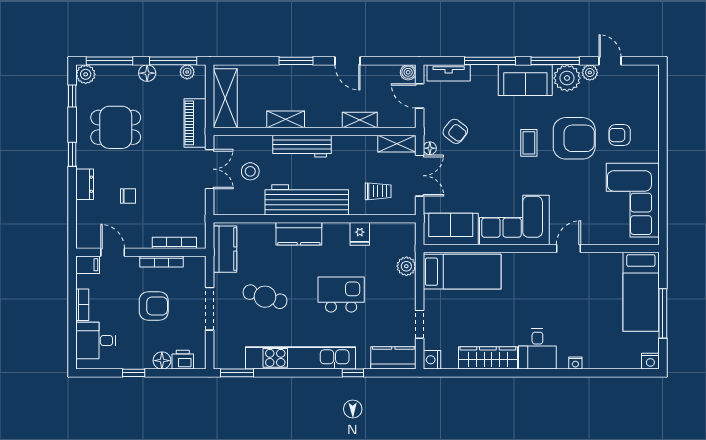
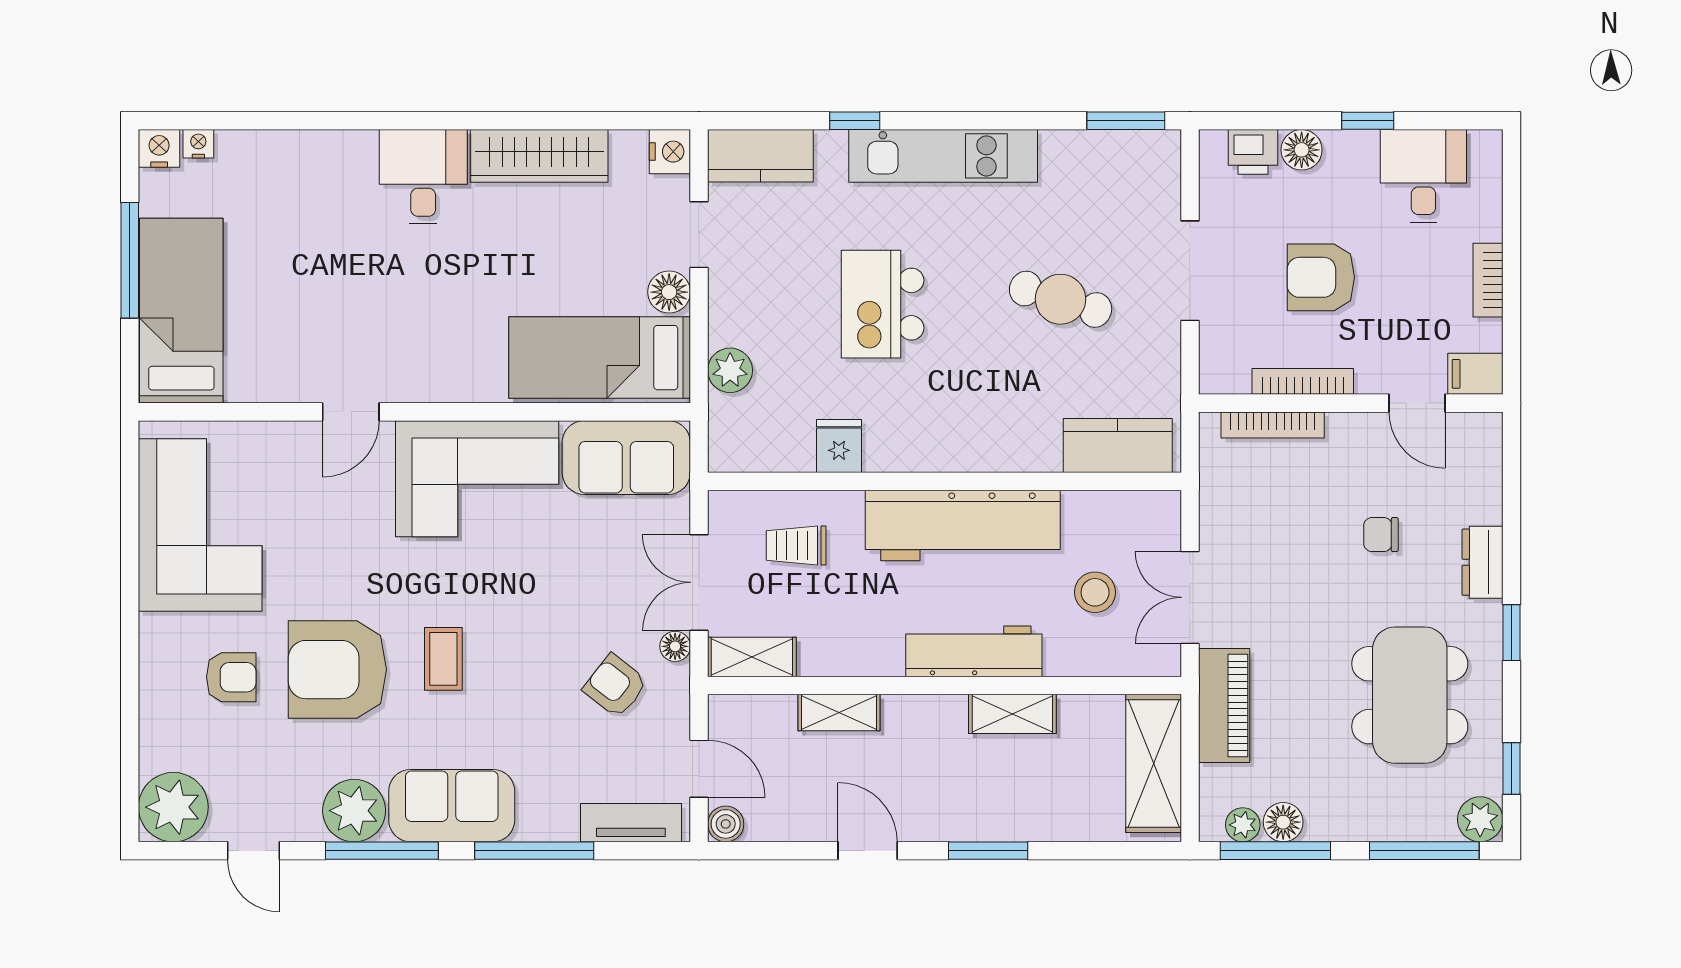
floor lamp: (147, 73) -> (1283, 822), moved
plant: (590, 73) -> (173, 807), moved, width x1.87, depth x1.87
dining table: (116, 127) -> (1410, 695), width x1.38
kitchen counter: (299, 234) -> (981, 446), removed
kitchen counter: (225, 249) -> (1118, 445), moved, turned 90
kitchen island: (341, 295) -> (883, 304), turned 90
floor lamp: (432, 300) -> (669, 292), added
desk: (96, 341) -> (1423, 176), moved, turned -90
kitchen unit: (301, 358) -> (943, 156), width x0.73
nightstand: (575, 363) -> (198, 144), moved

